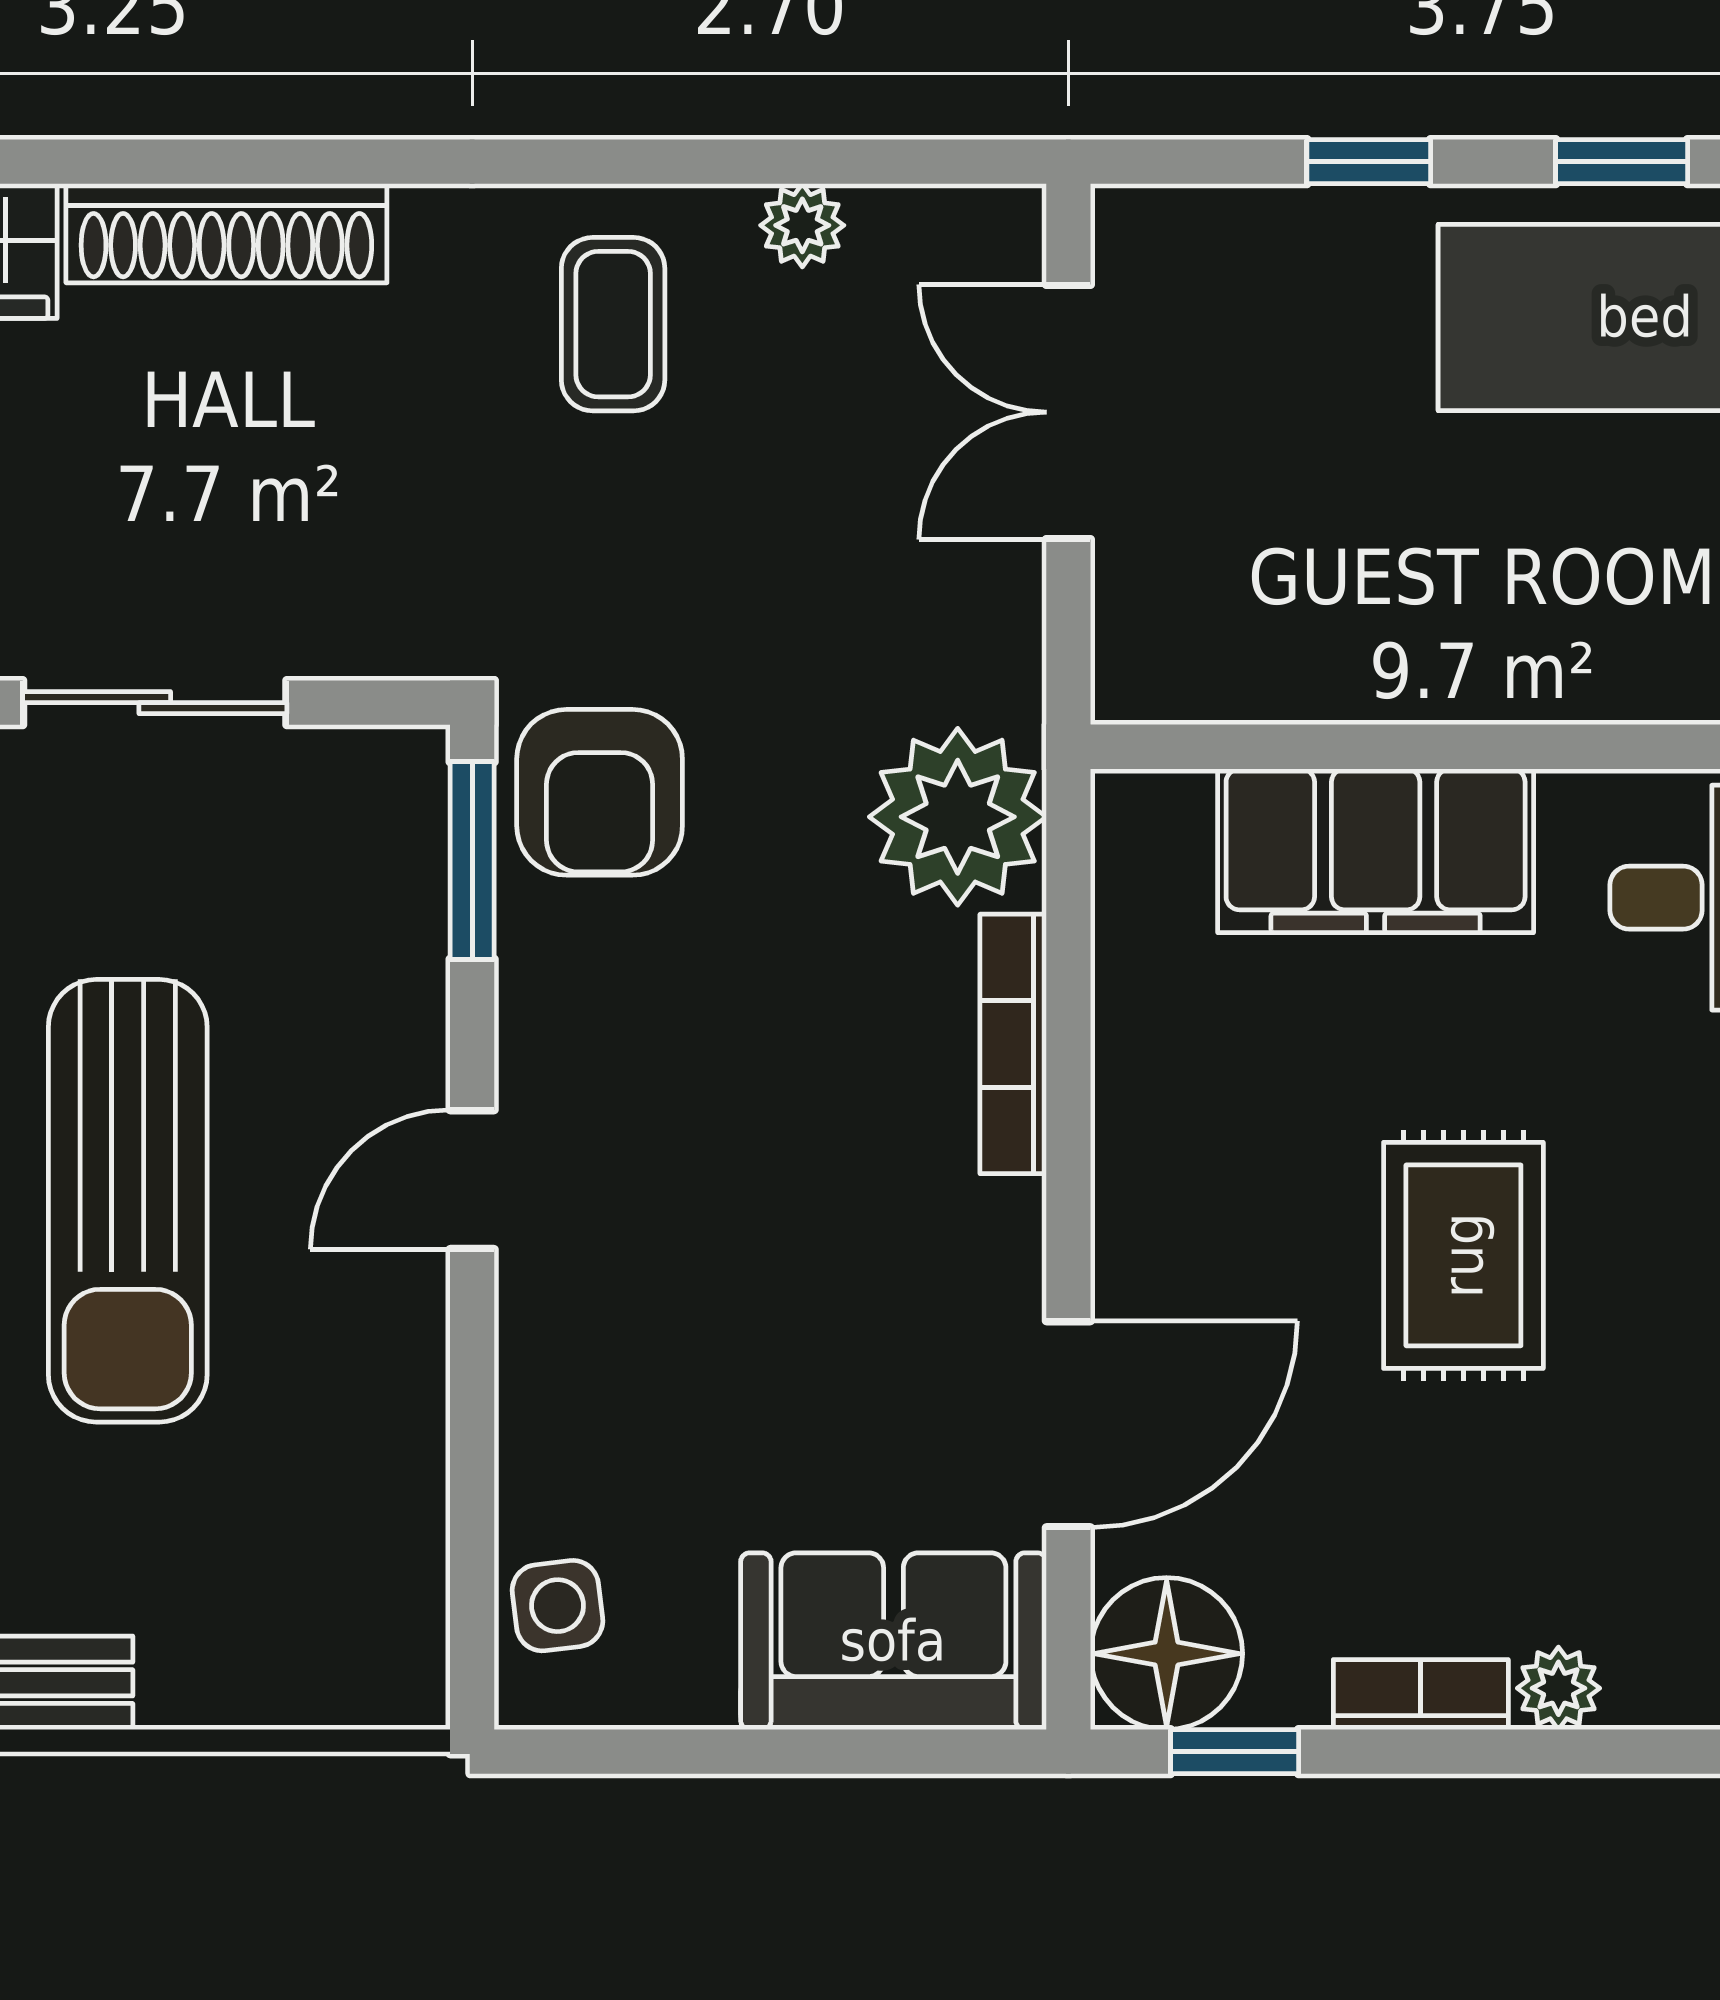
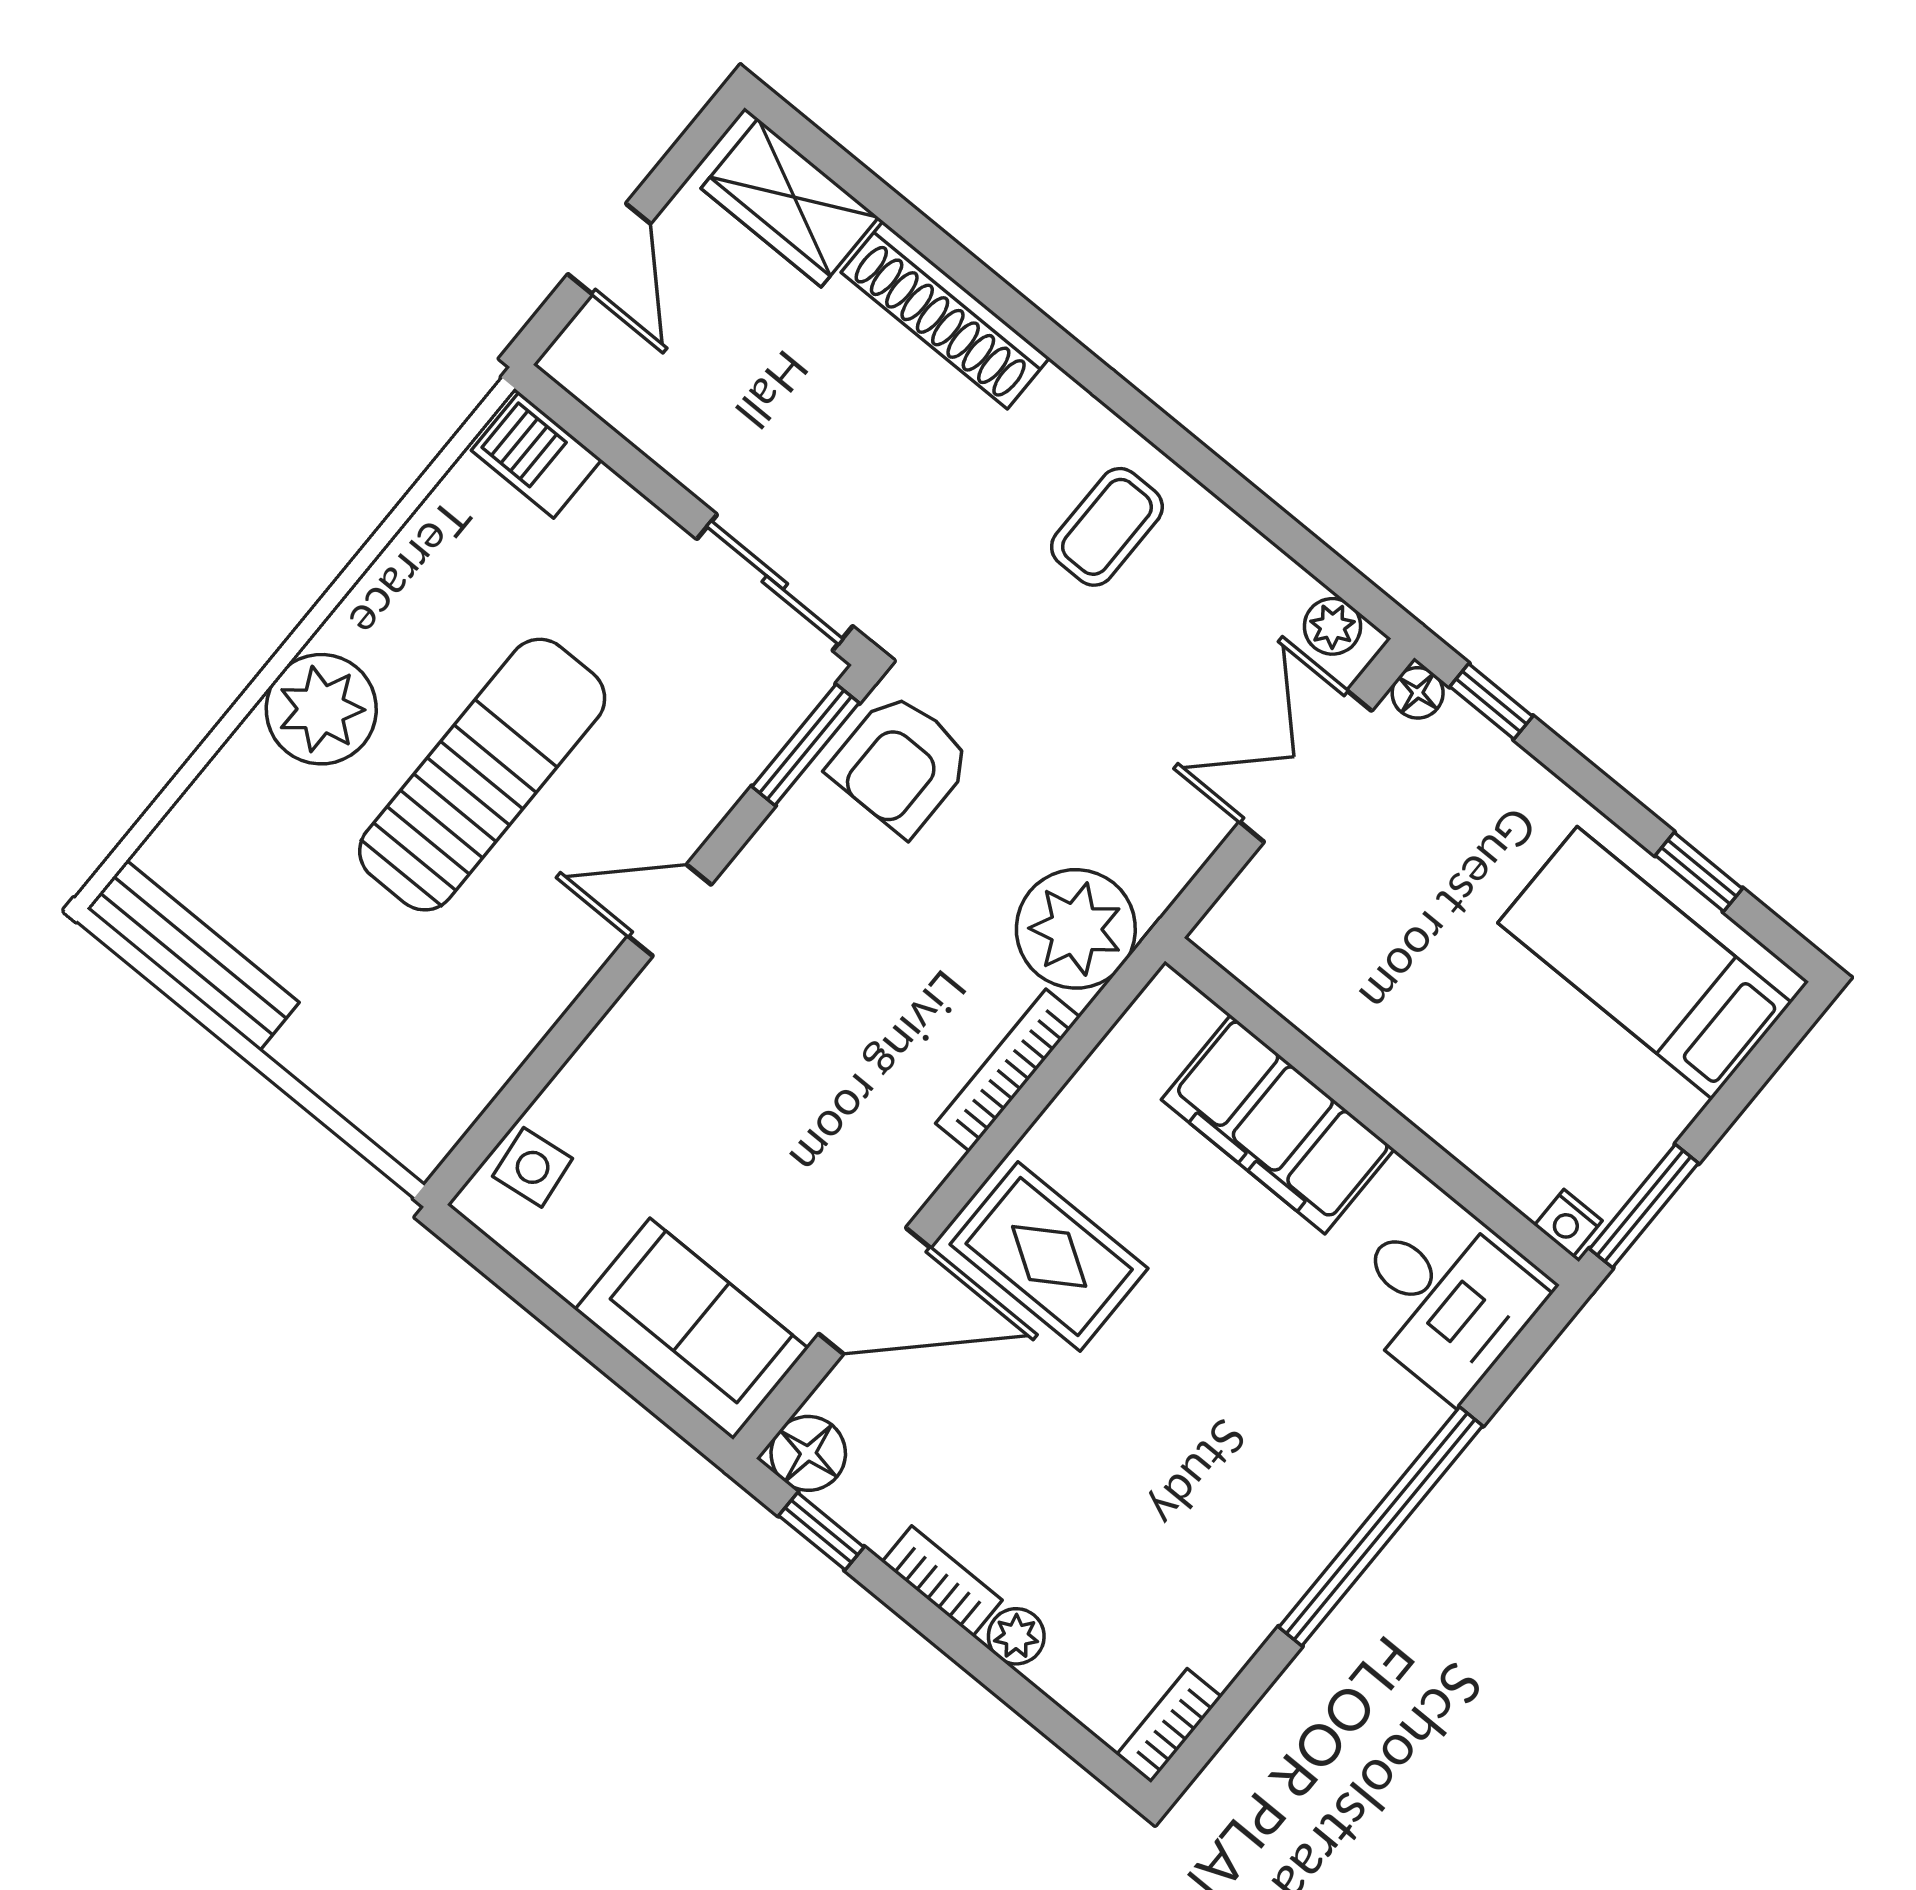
window: (1369, 162) -> (1491, 701), moved
floor lamp: (1128, 221) -> (1418, 693), added
plant: (802, 225) -> (1332, 626), moved
sliding door: (155, 703) -> (775, 583), moved
sun lounger: (128, 1201) -> (482, 775), turned 180
rug: (1463, 1255) -> (1049, 1256), moved, turned 90
floor lamp: (1167, 1654) -> (808, 1453), width x0.73, depth x0.73

